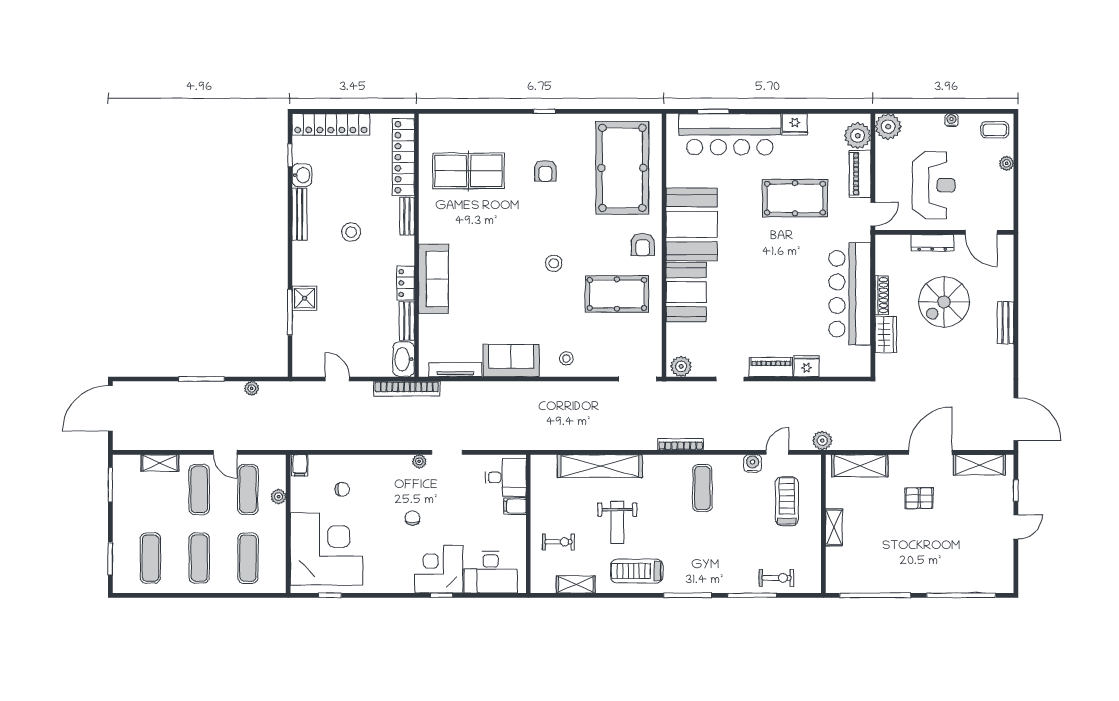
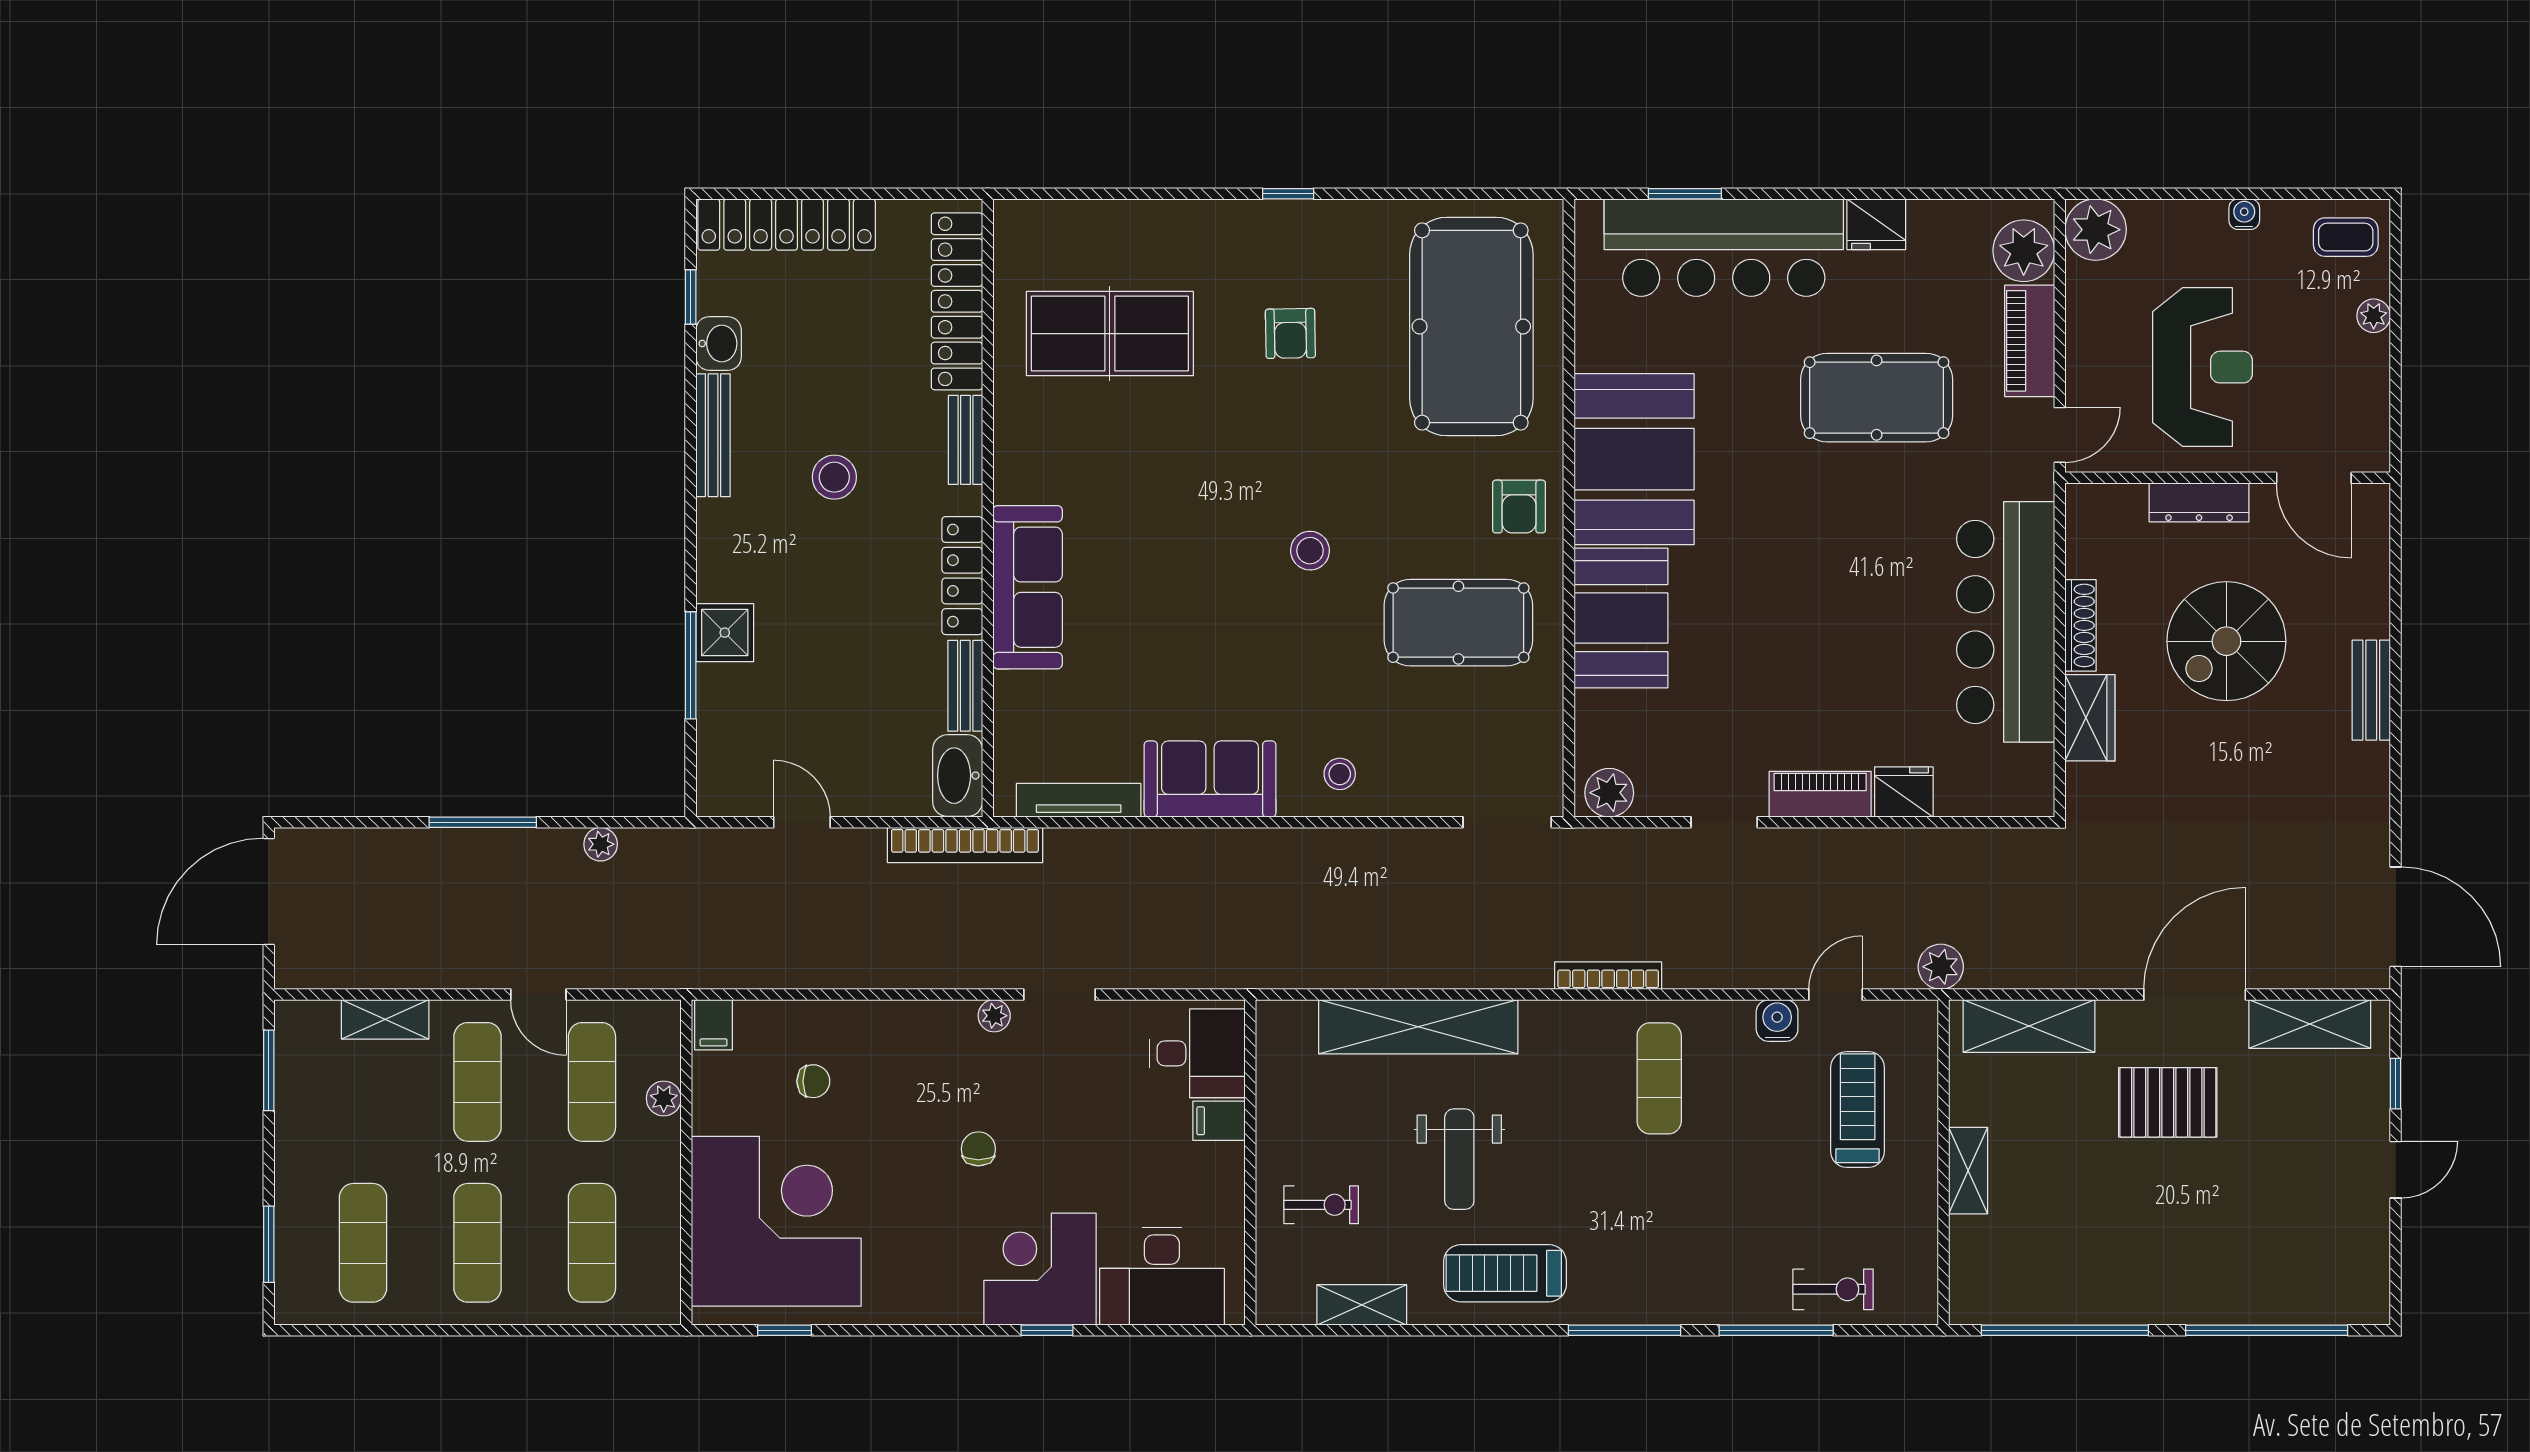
locker: (406, 283) -> (962, 576), width x1.53
pallet: (919, 498) -> (2168, 1102), width x1.50, depth x1.42

